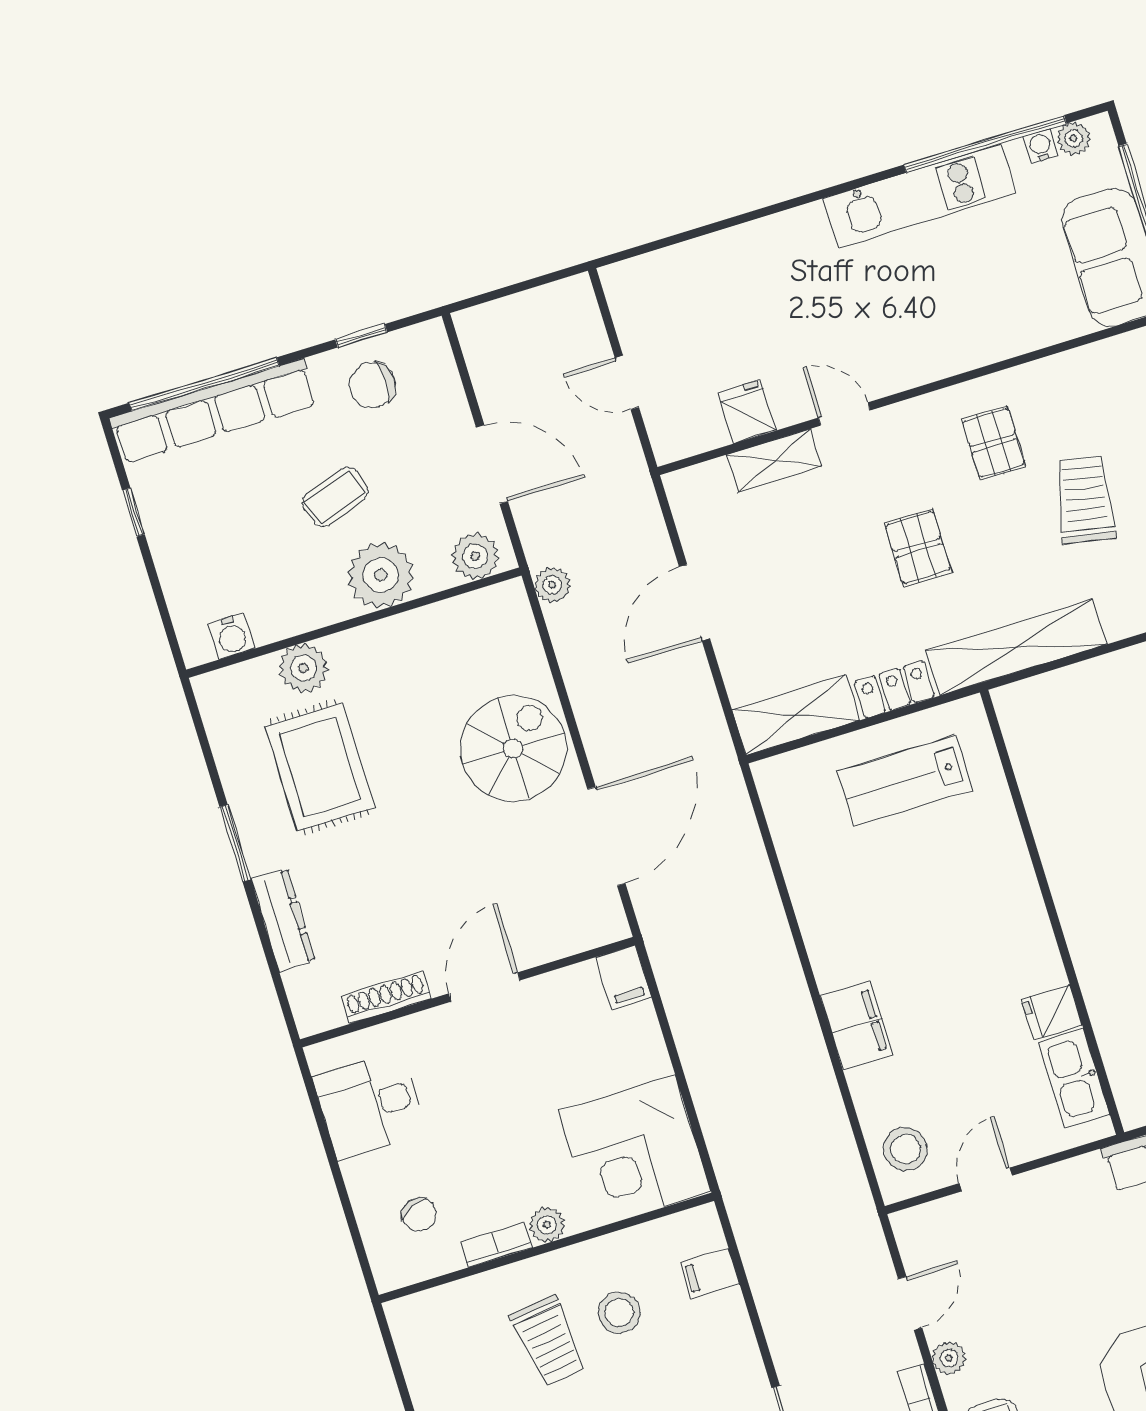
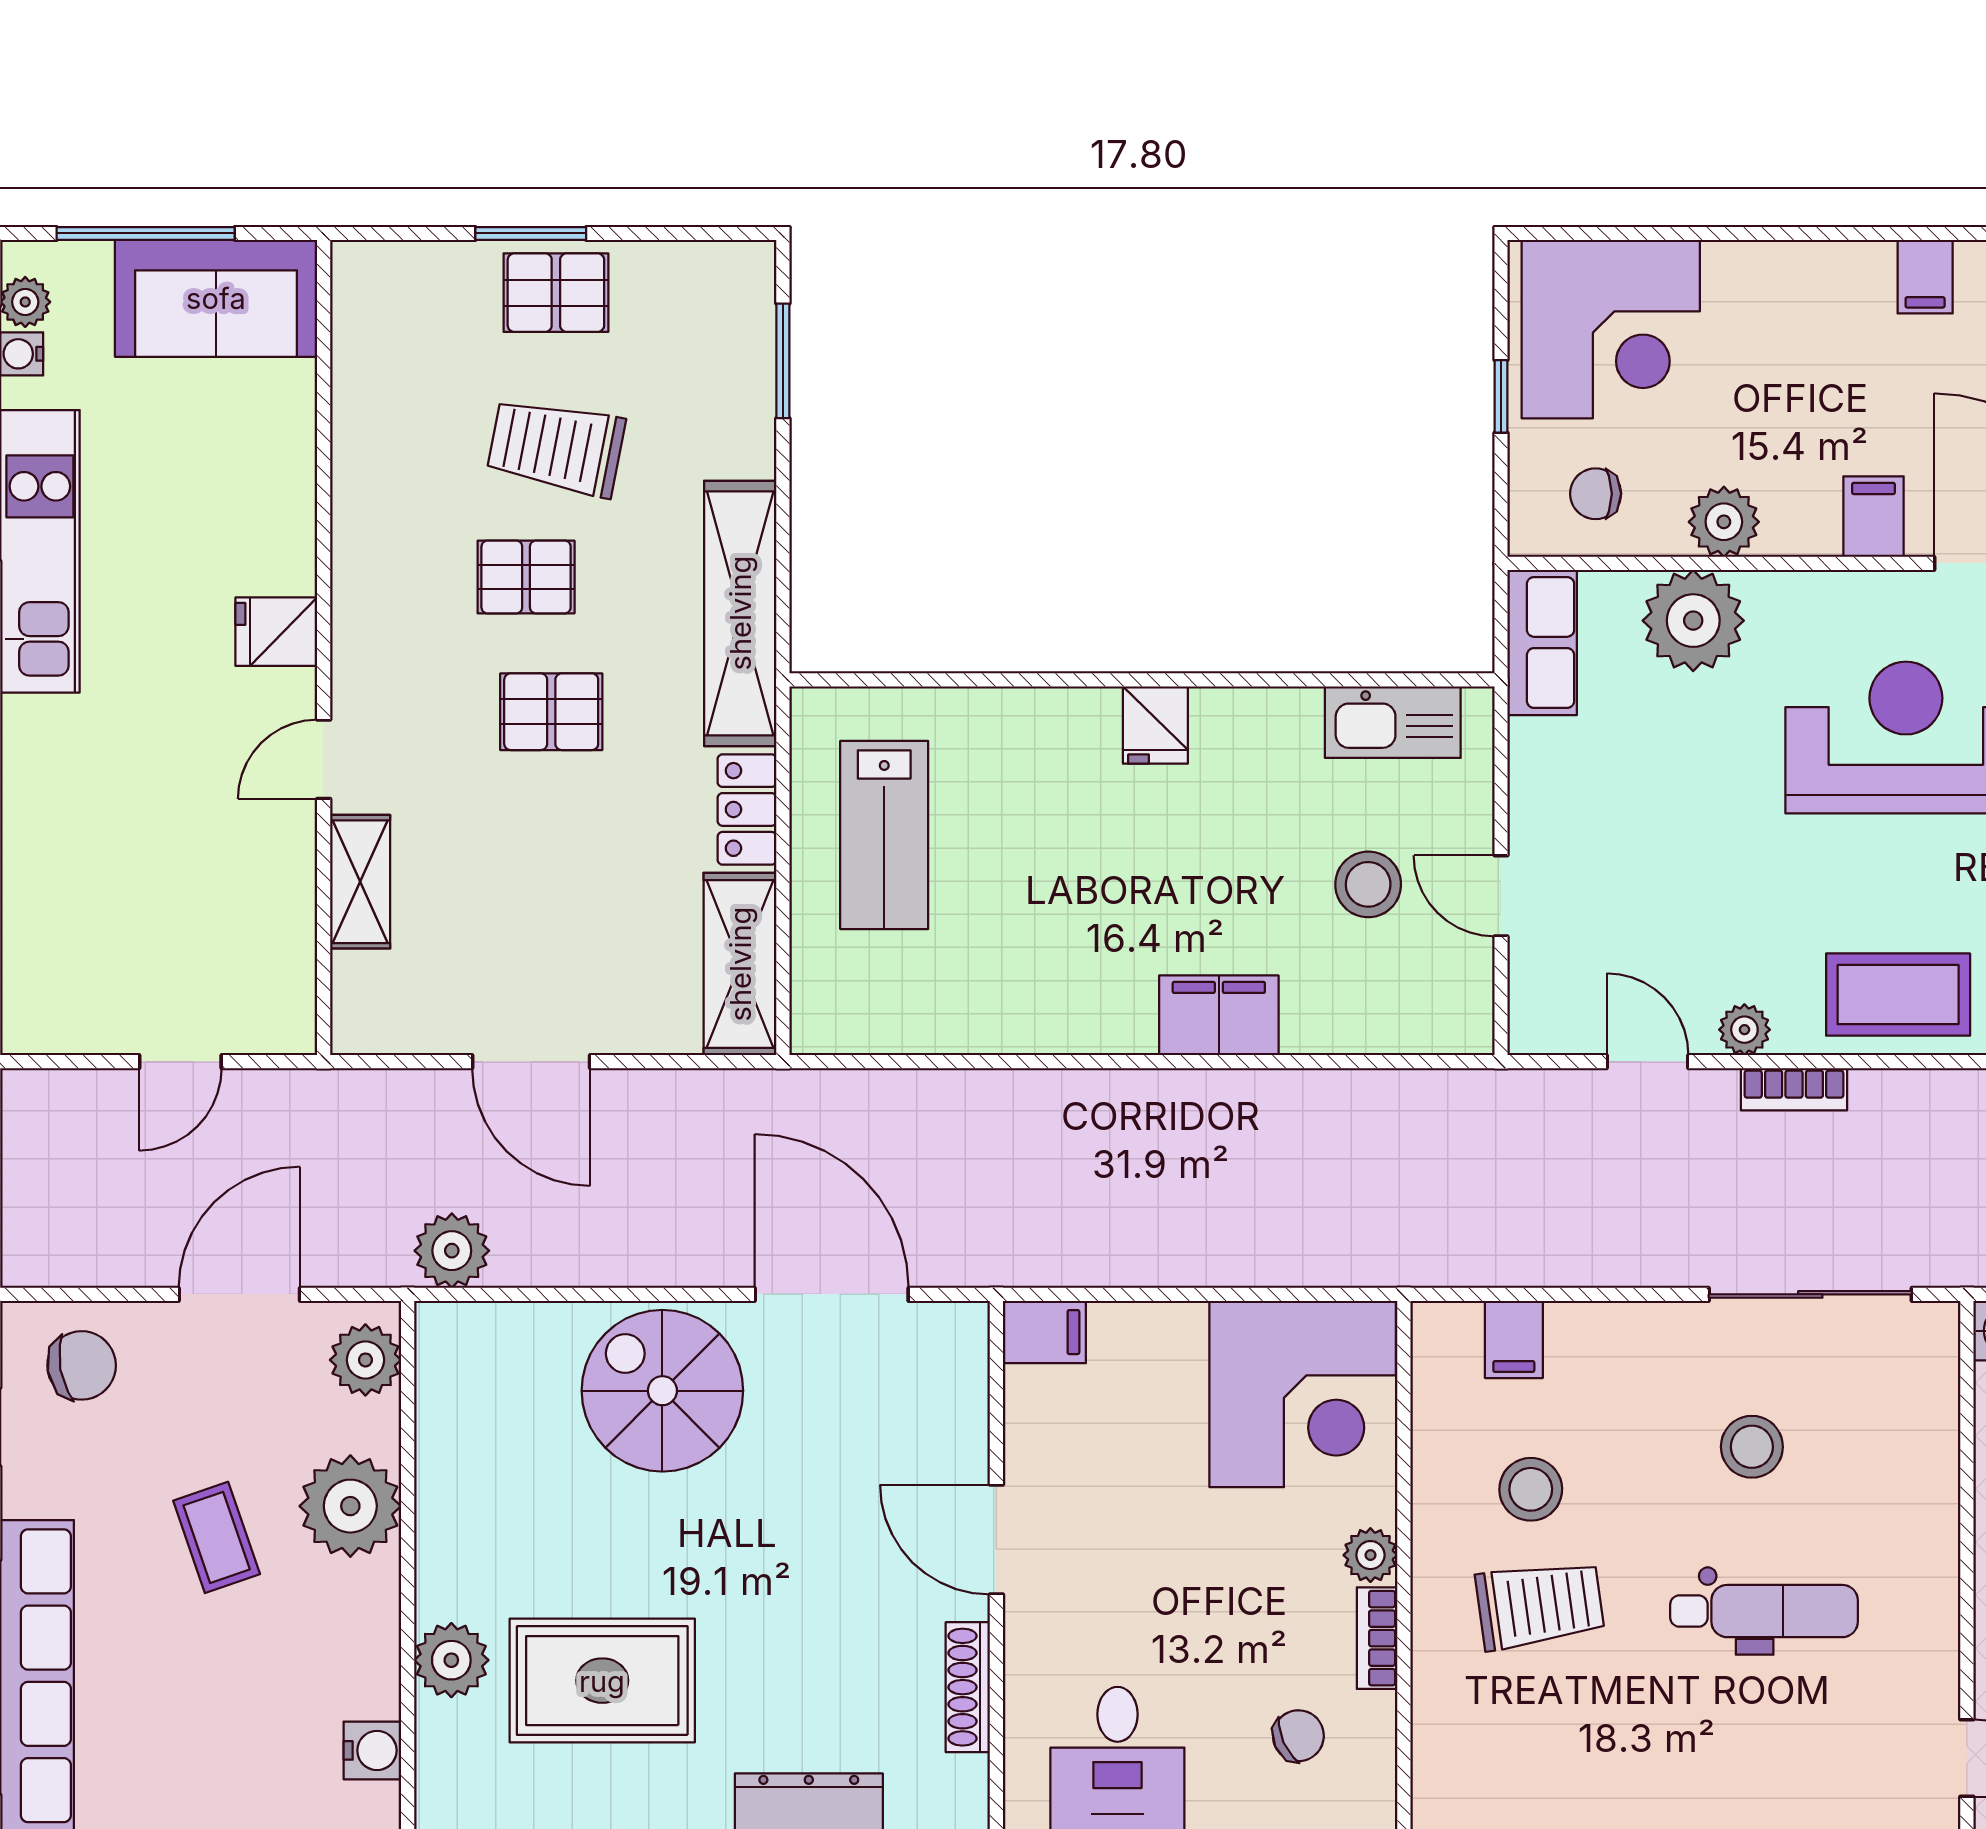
chair: (372, 385) -> (82, 1365), moved, turned -100
fridge: (747, 411) -> (276, 632), moved
pallet: (994, 443) -> (526, 577), moved
plant: (552, 585) -> (452, 1251), width x1.38, depth x1.38
fridge: (1052, 1012) -> (1155, 725), moved
stool: (906, 1149) -> (1368, 884), moved

